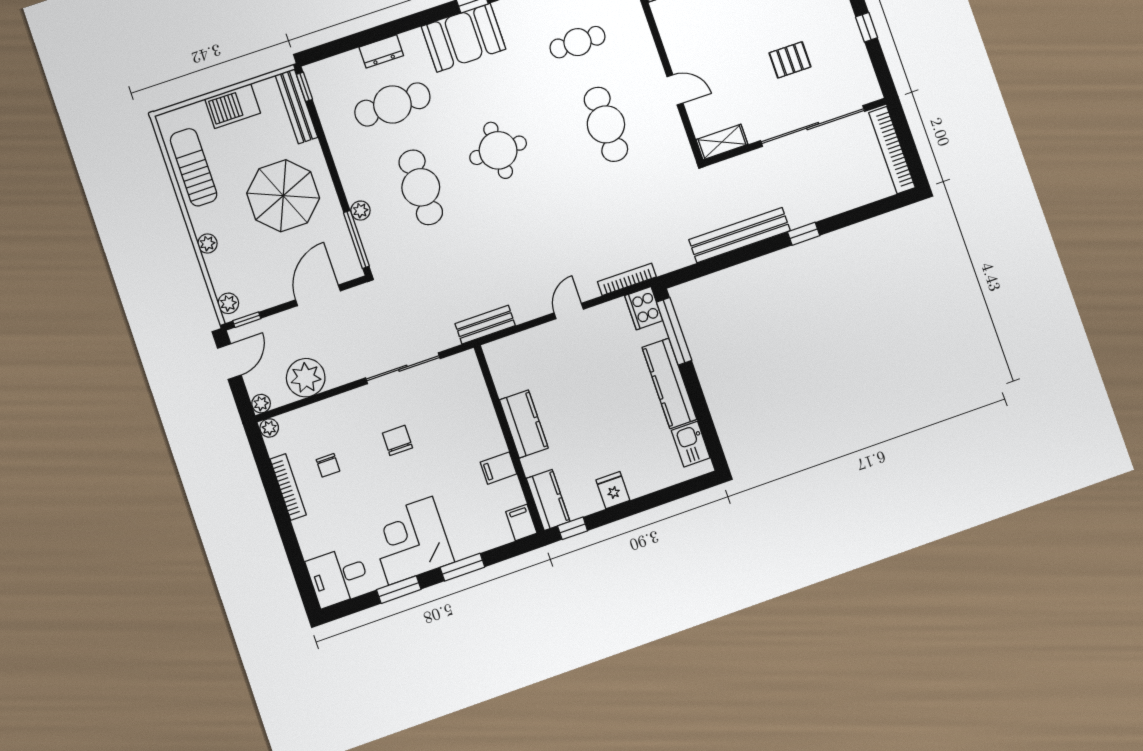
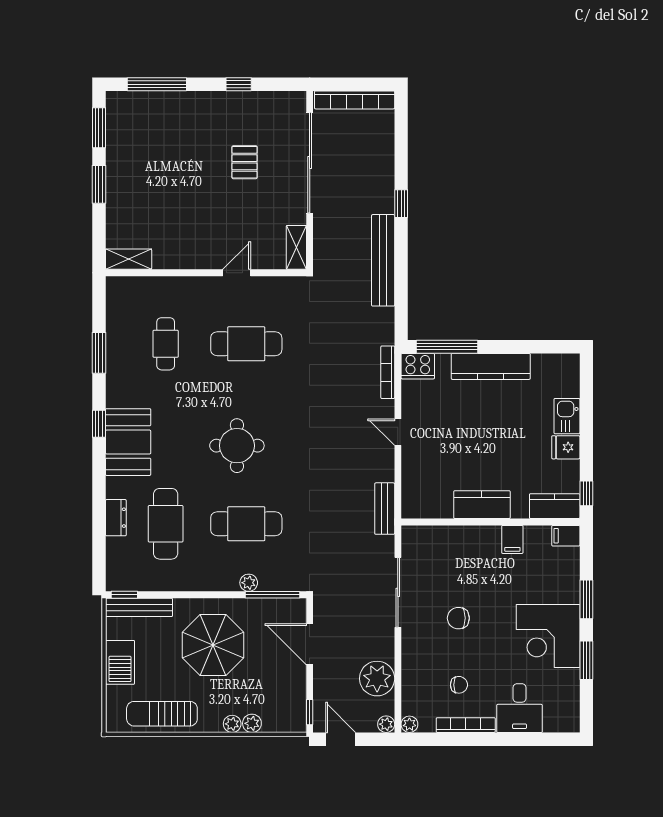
plant: (228, 303) -> (252, 723), moved
kitchen sink: (691, 444) -> (567, 416), moved, turned 90
desk: (338, 576) -> (520, 708), moved

